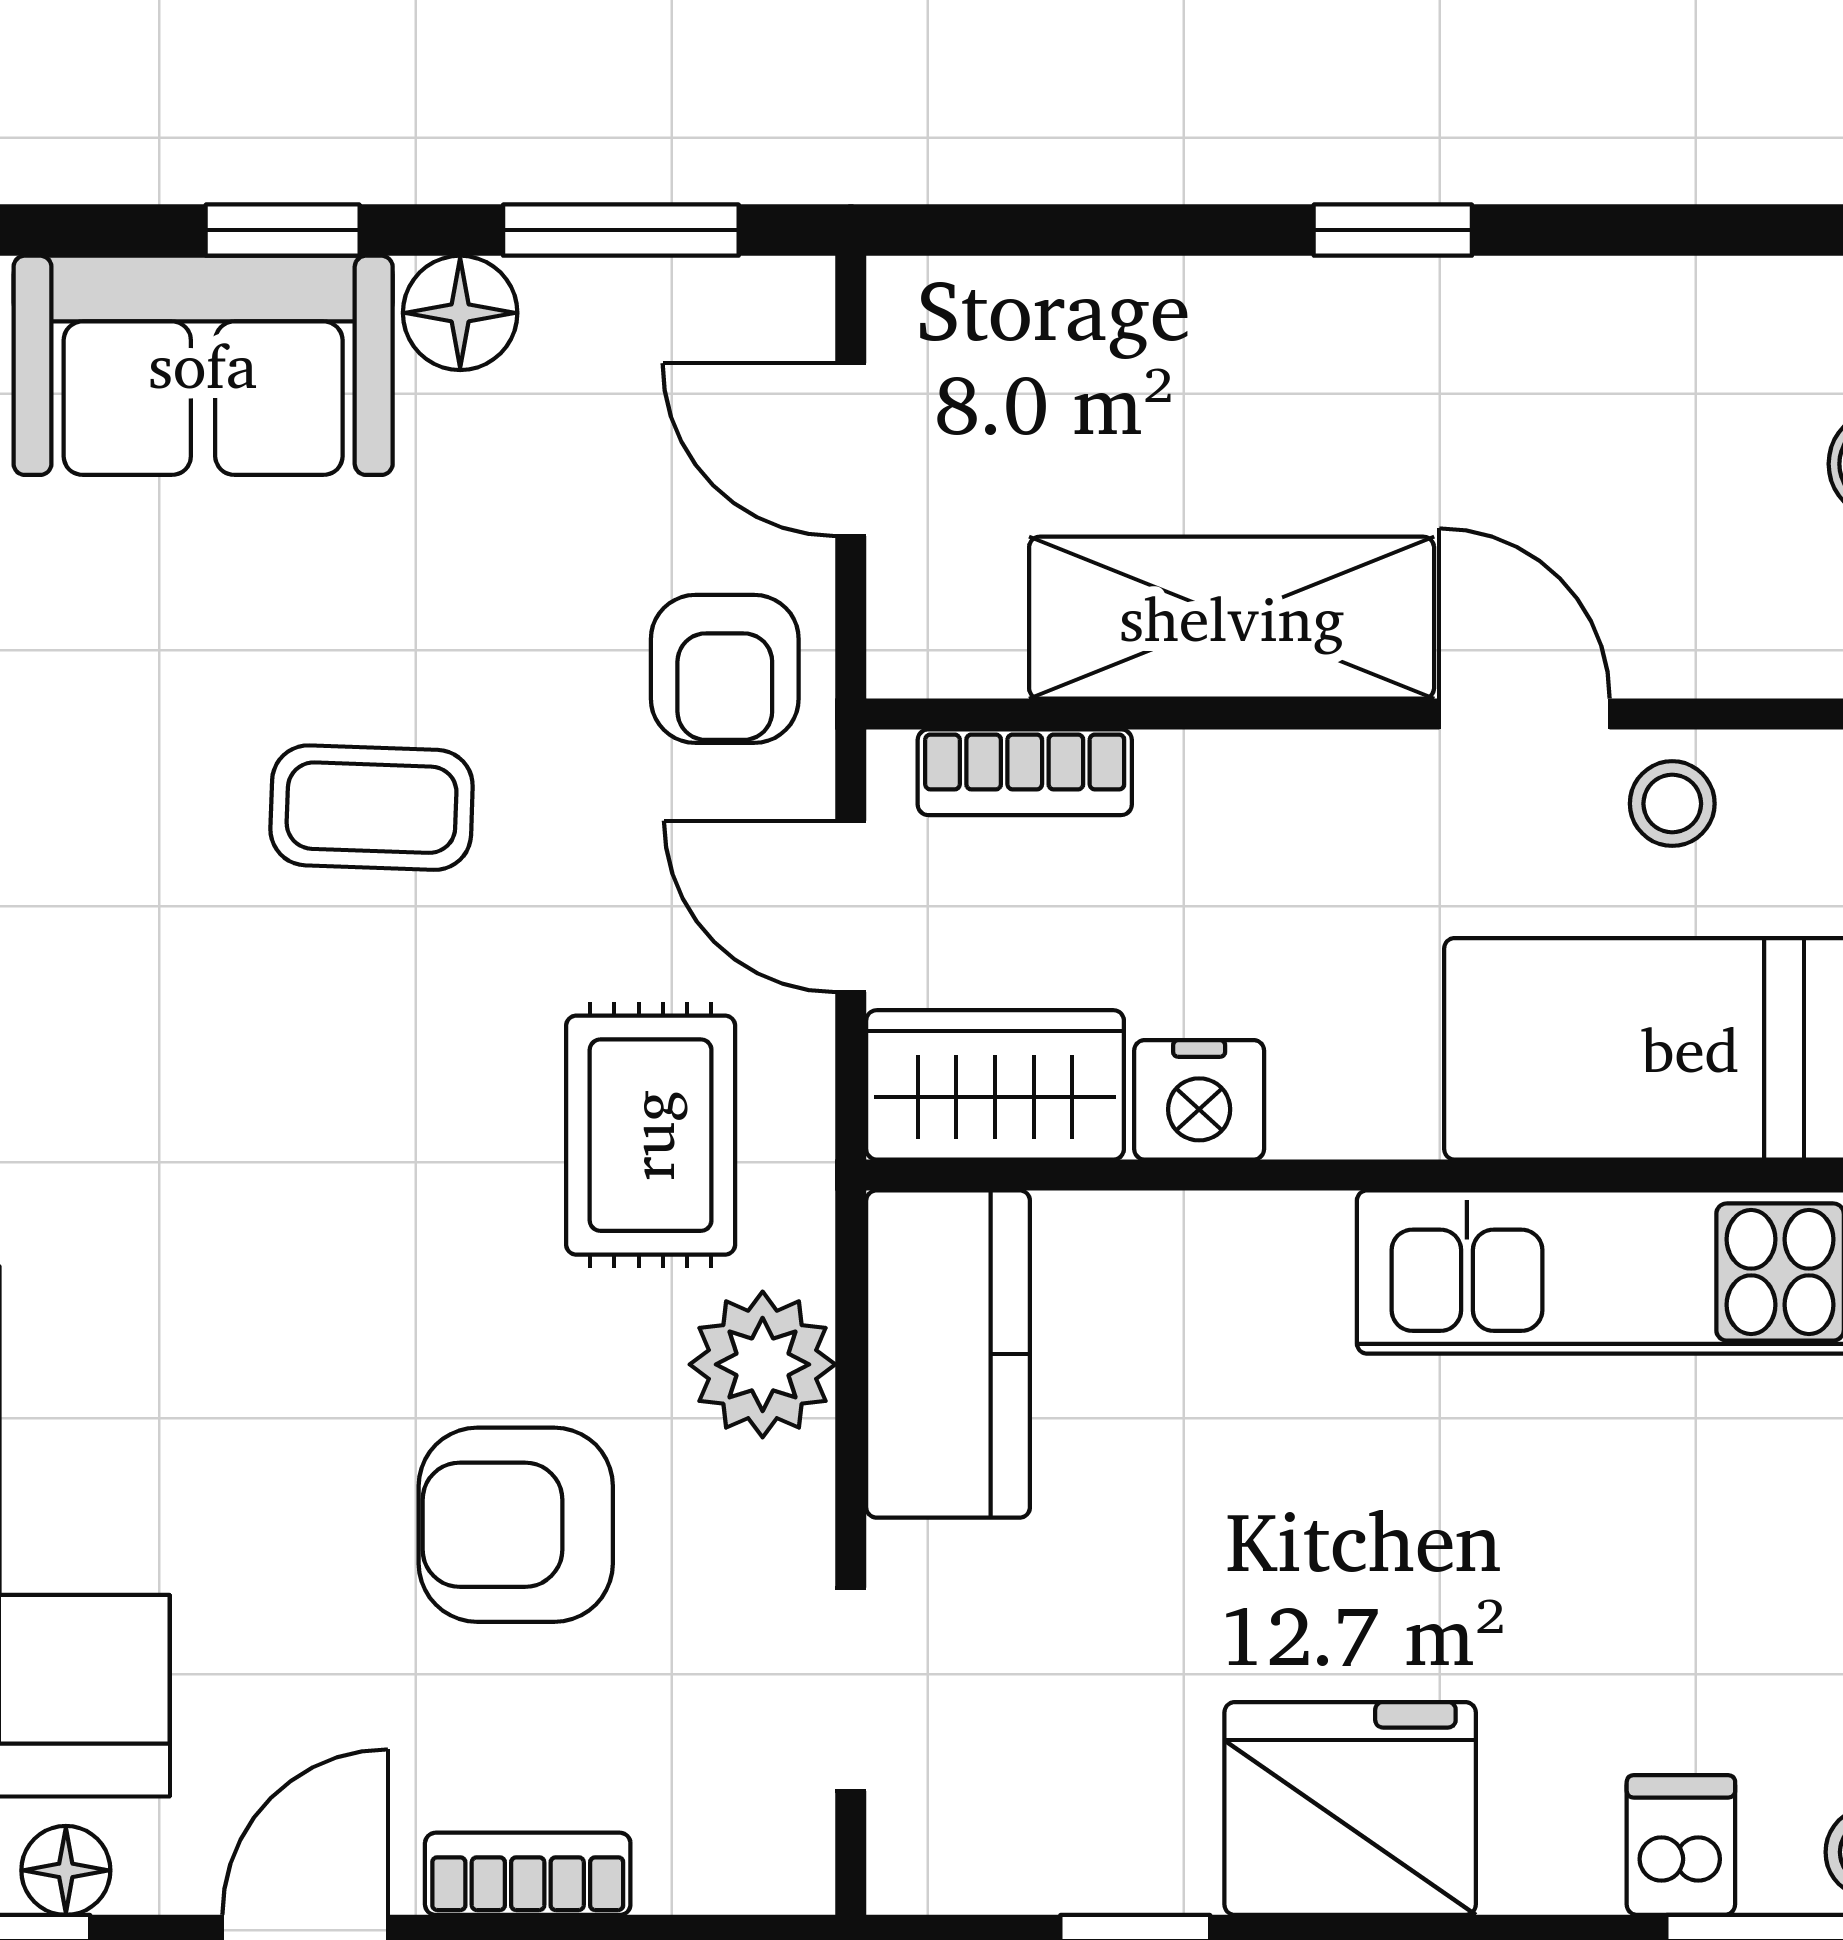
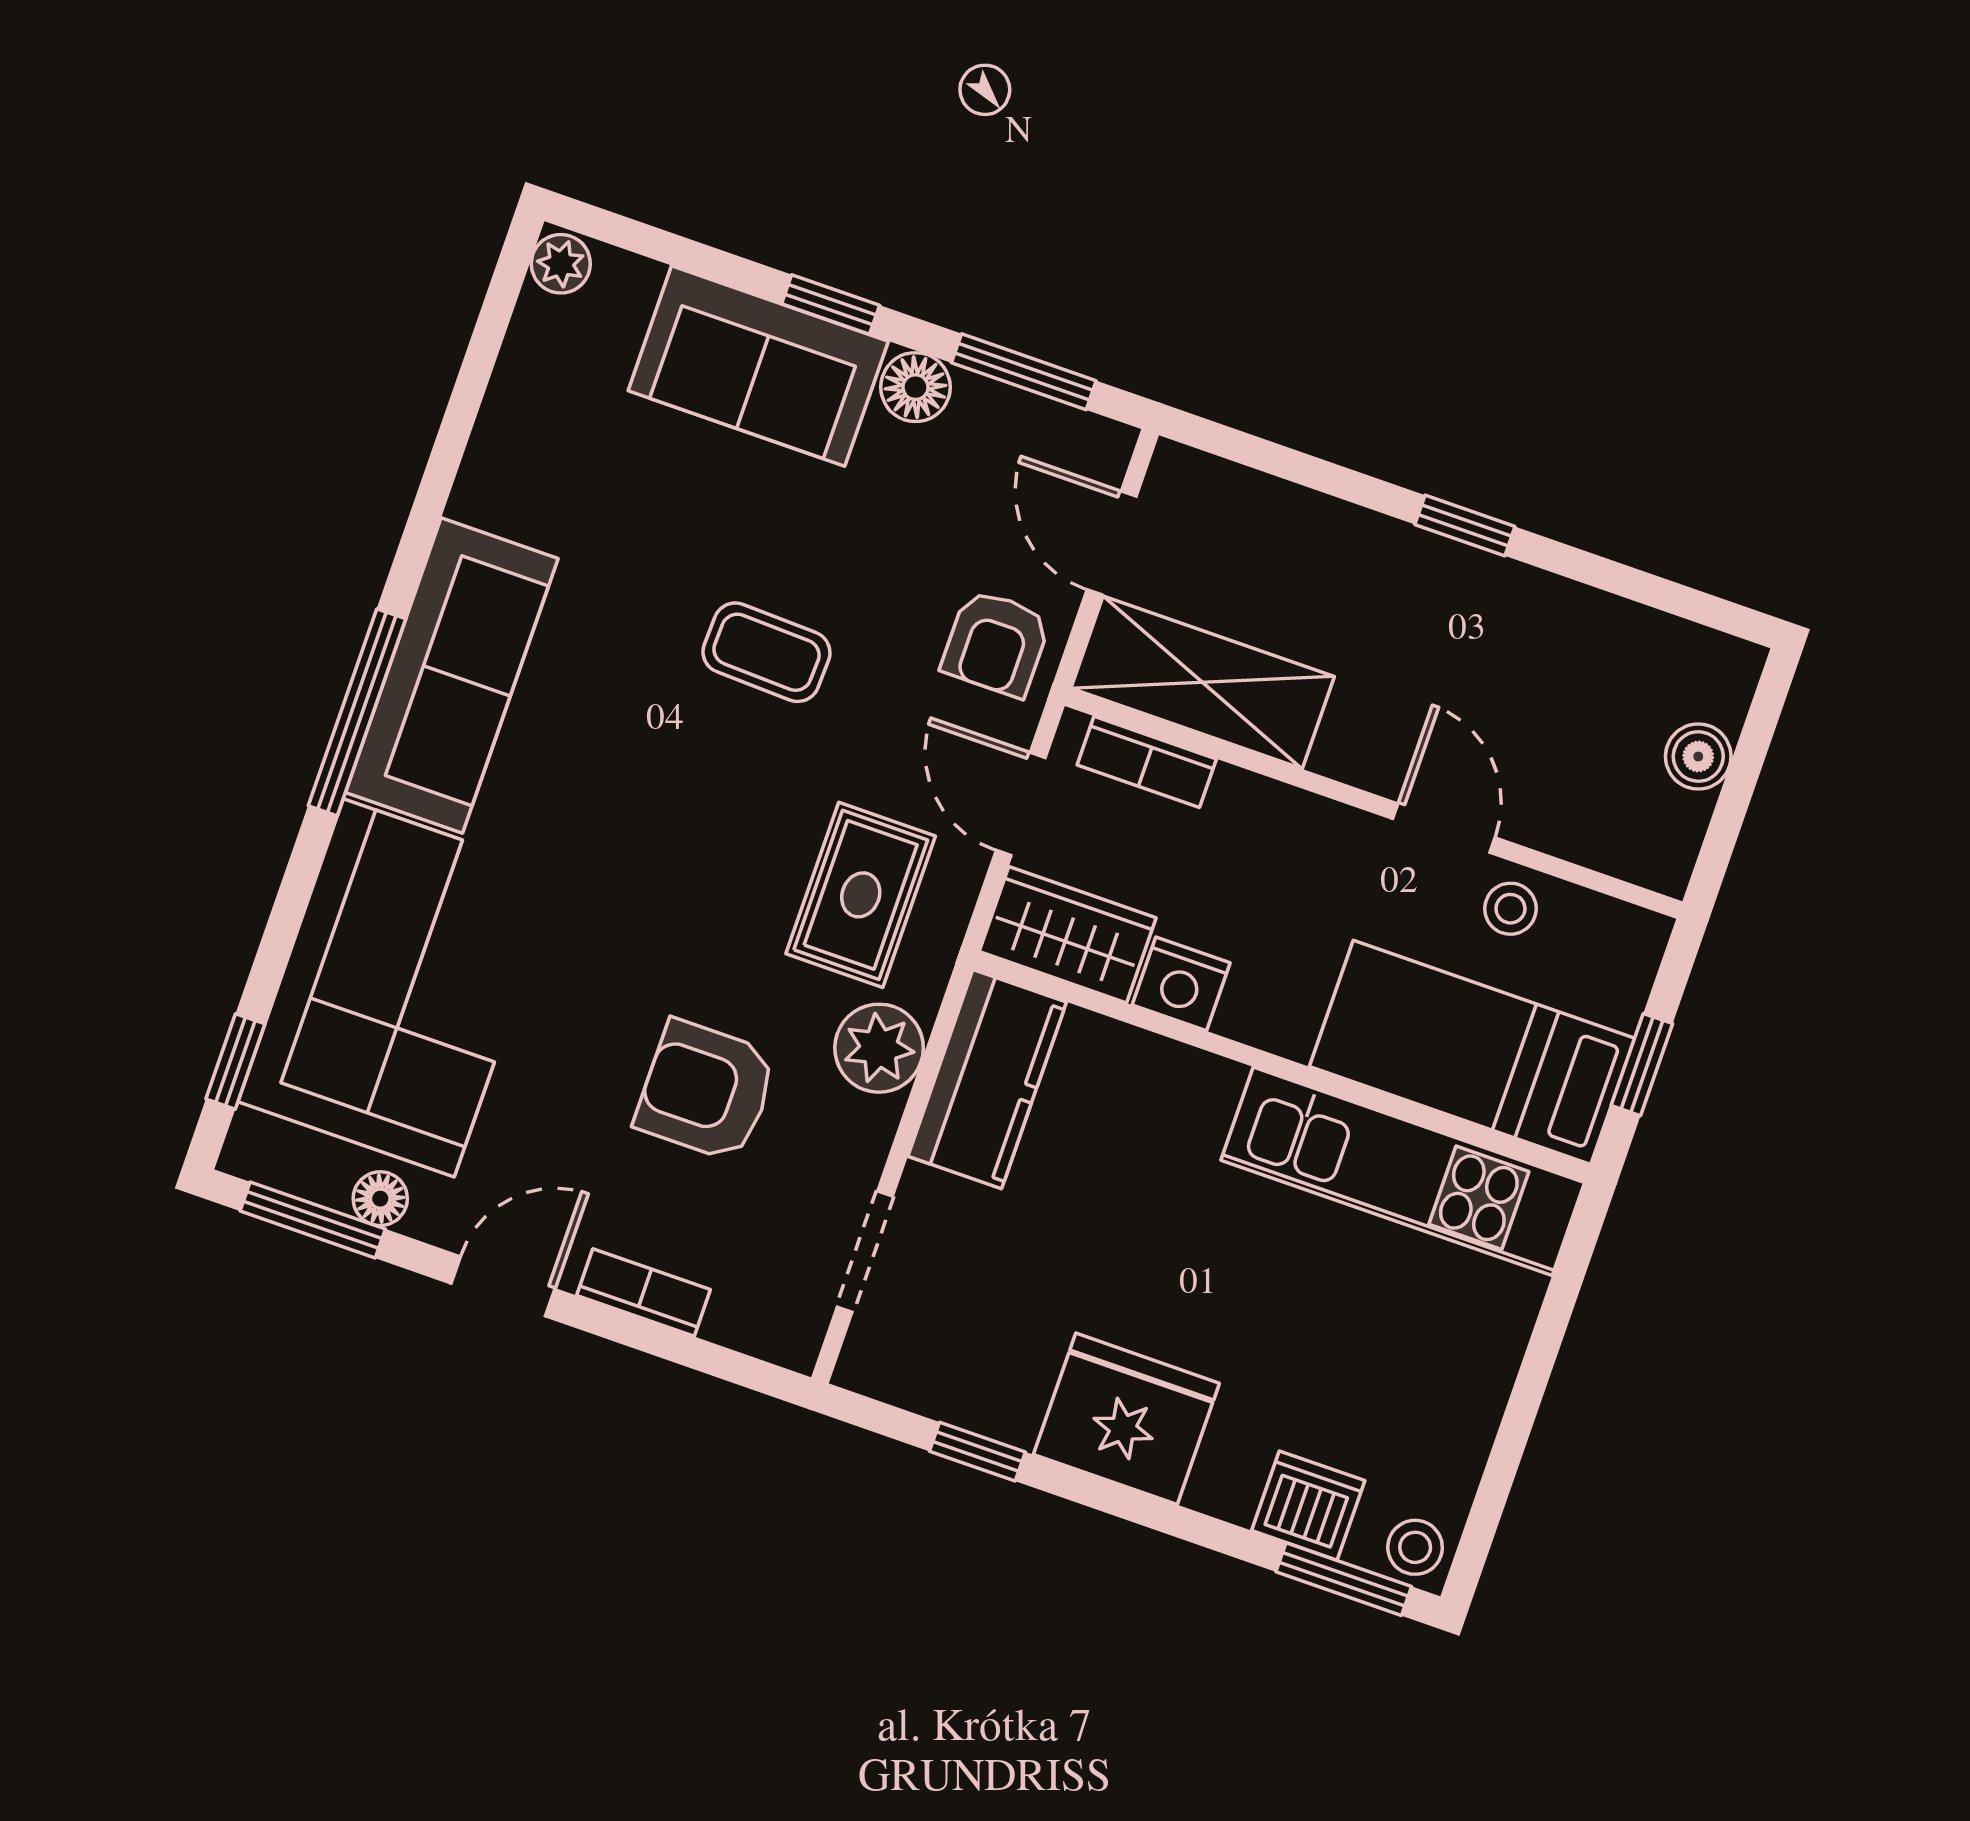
shelving: (1232, 618) -> (1203, 682), moved
dishwasher: (1681, 1845) -> (1308, 1506), width x1.38

